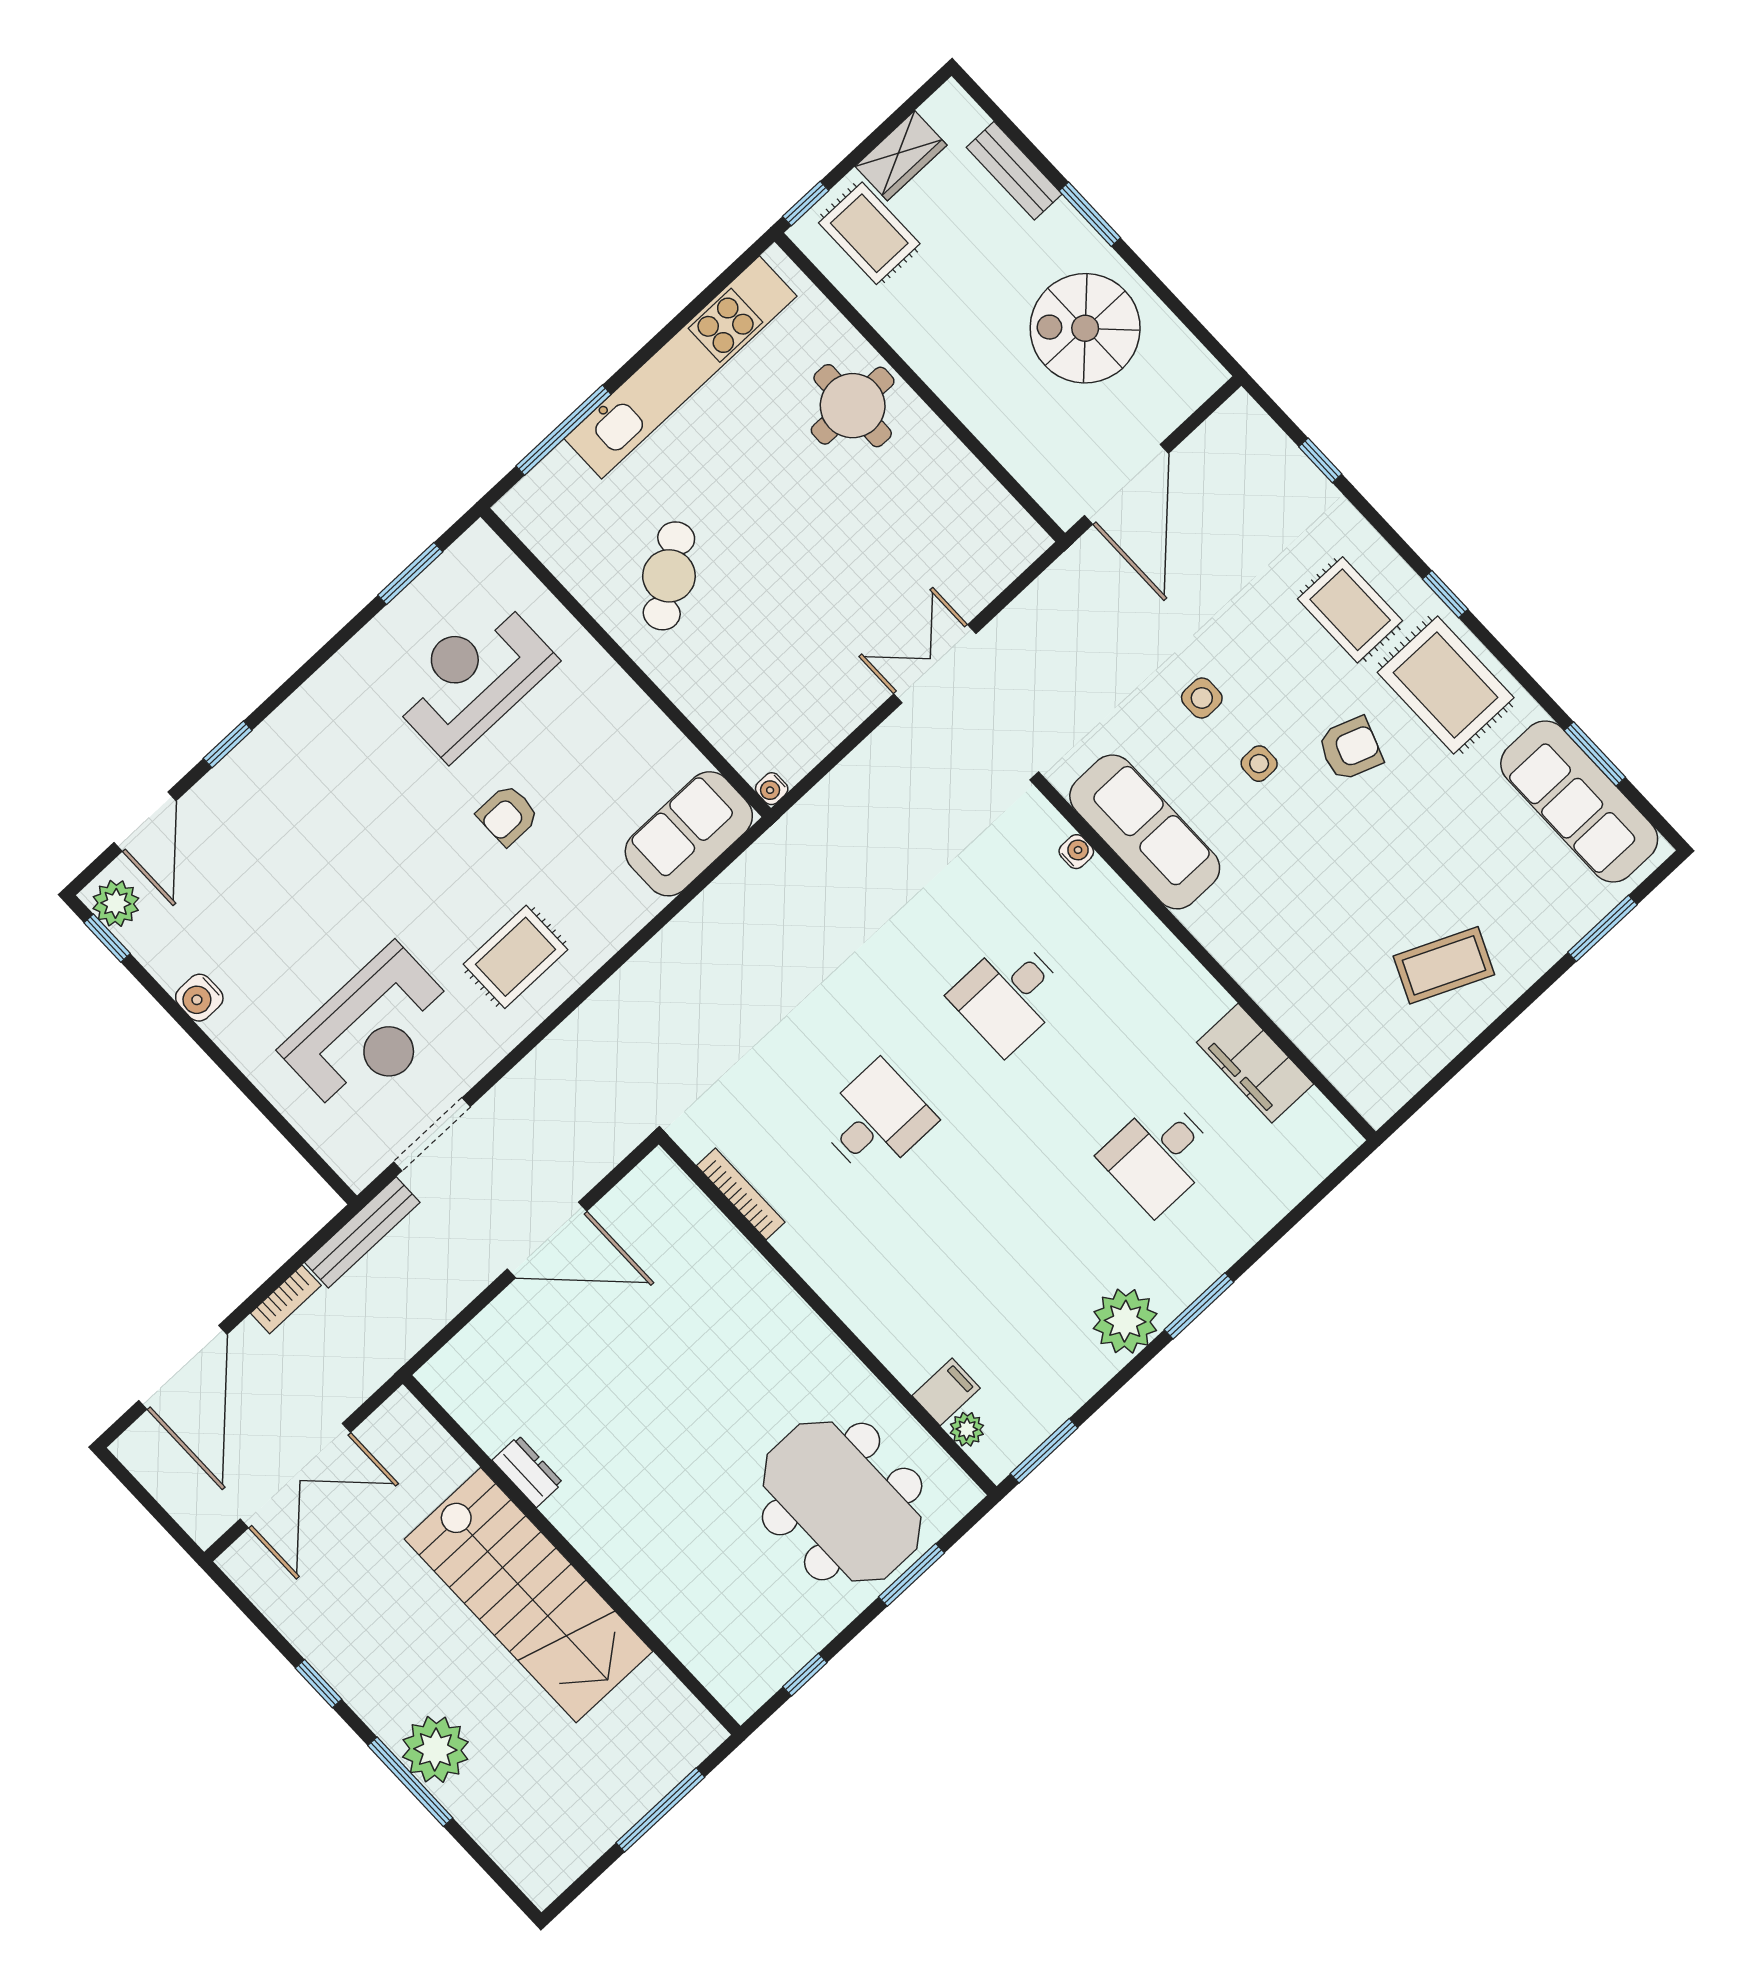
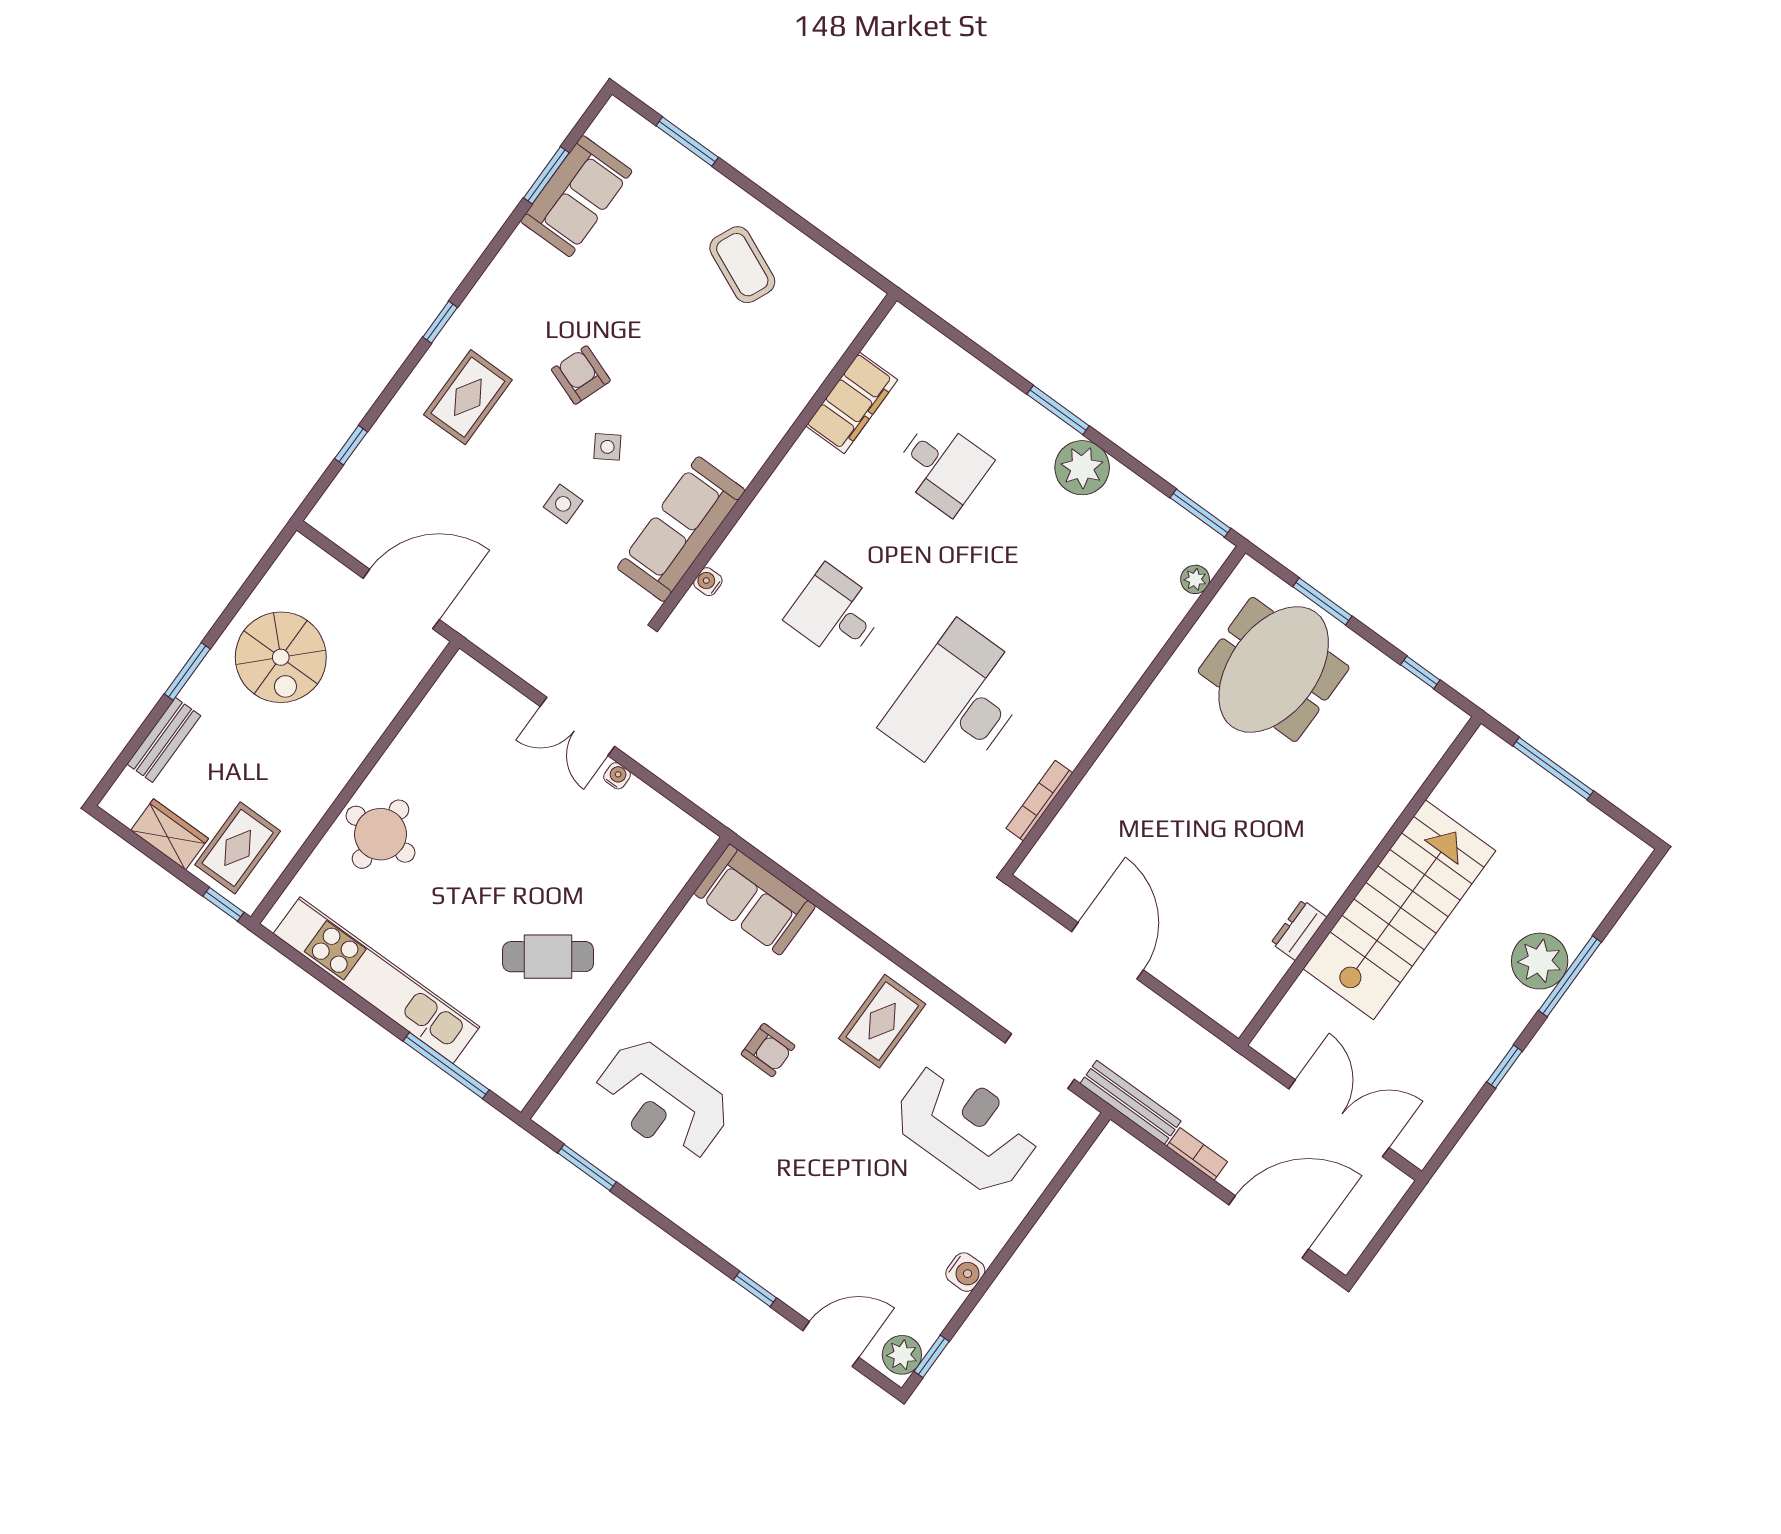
rug: (1446, 685) -> (514, 308), removed
side table: (1259, 764) -> (607, 447), turned -32
water cooler: (772, 789) -> (617, 776), moved, turned -90
sofa: (1579, 801) -> (576, 196), width x0.73
rug: (516, 957) -> (882, 1021), turned 90
desk: (1009, 995) -> (836, 614), turned 180
desk: (876, 1120) -> (958, 702), width x1.87, depth x1.30
filing cabinet: (946, 1392) -> (1168, 602), removed

